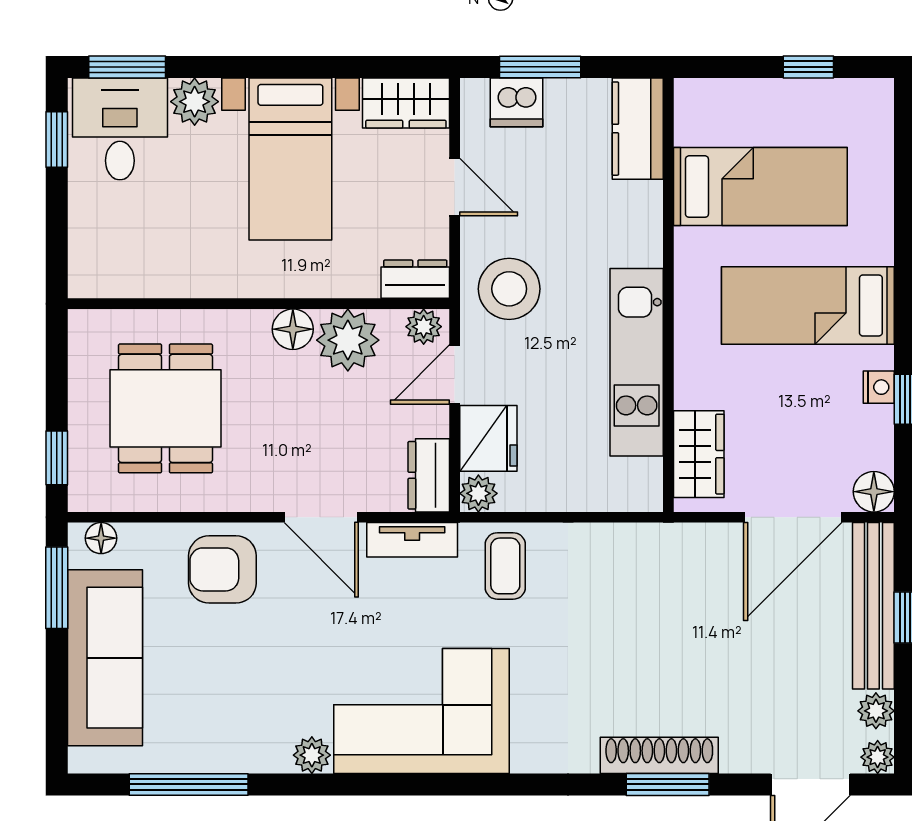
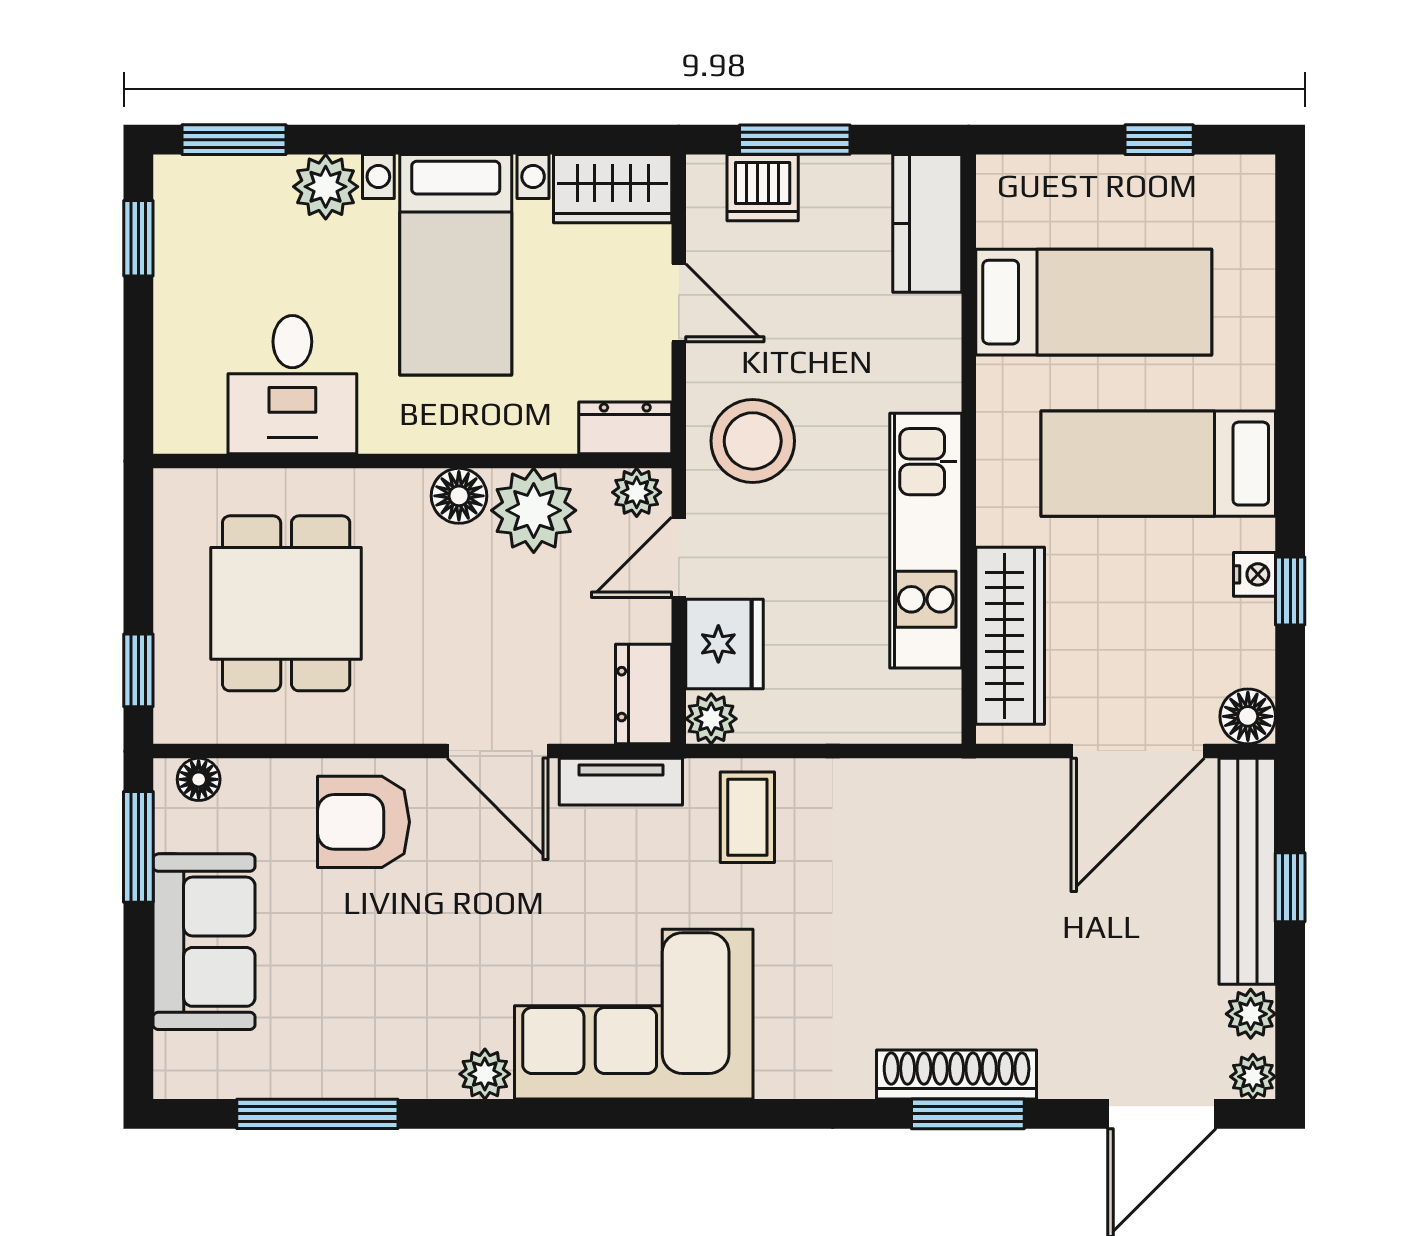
desk: (120, 129) -> (292, 385), moved, turned 180
wardrobe: (699, 454) -> (1010, 636), width x1.50
sofa: (105, 658) -> (204, 942), width x0.73

